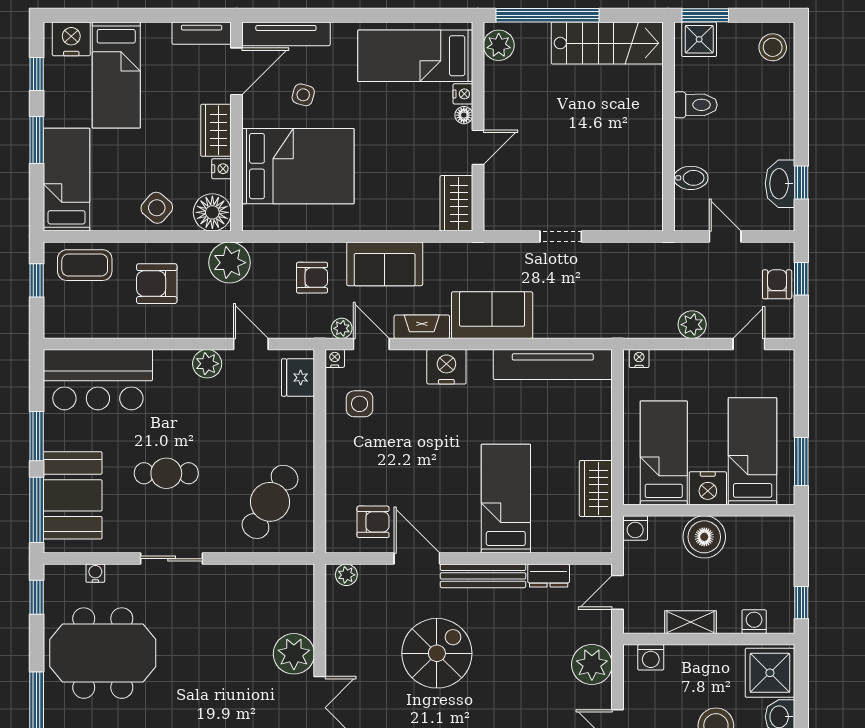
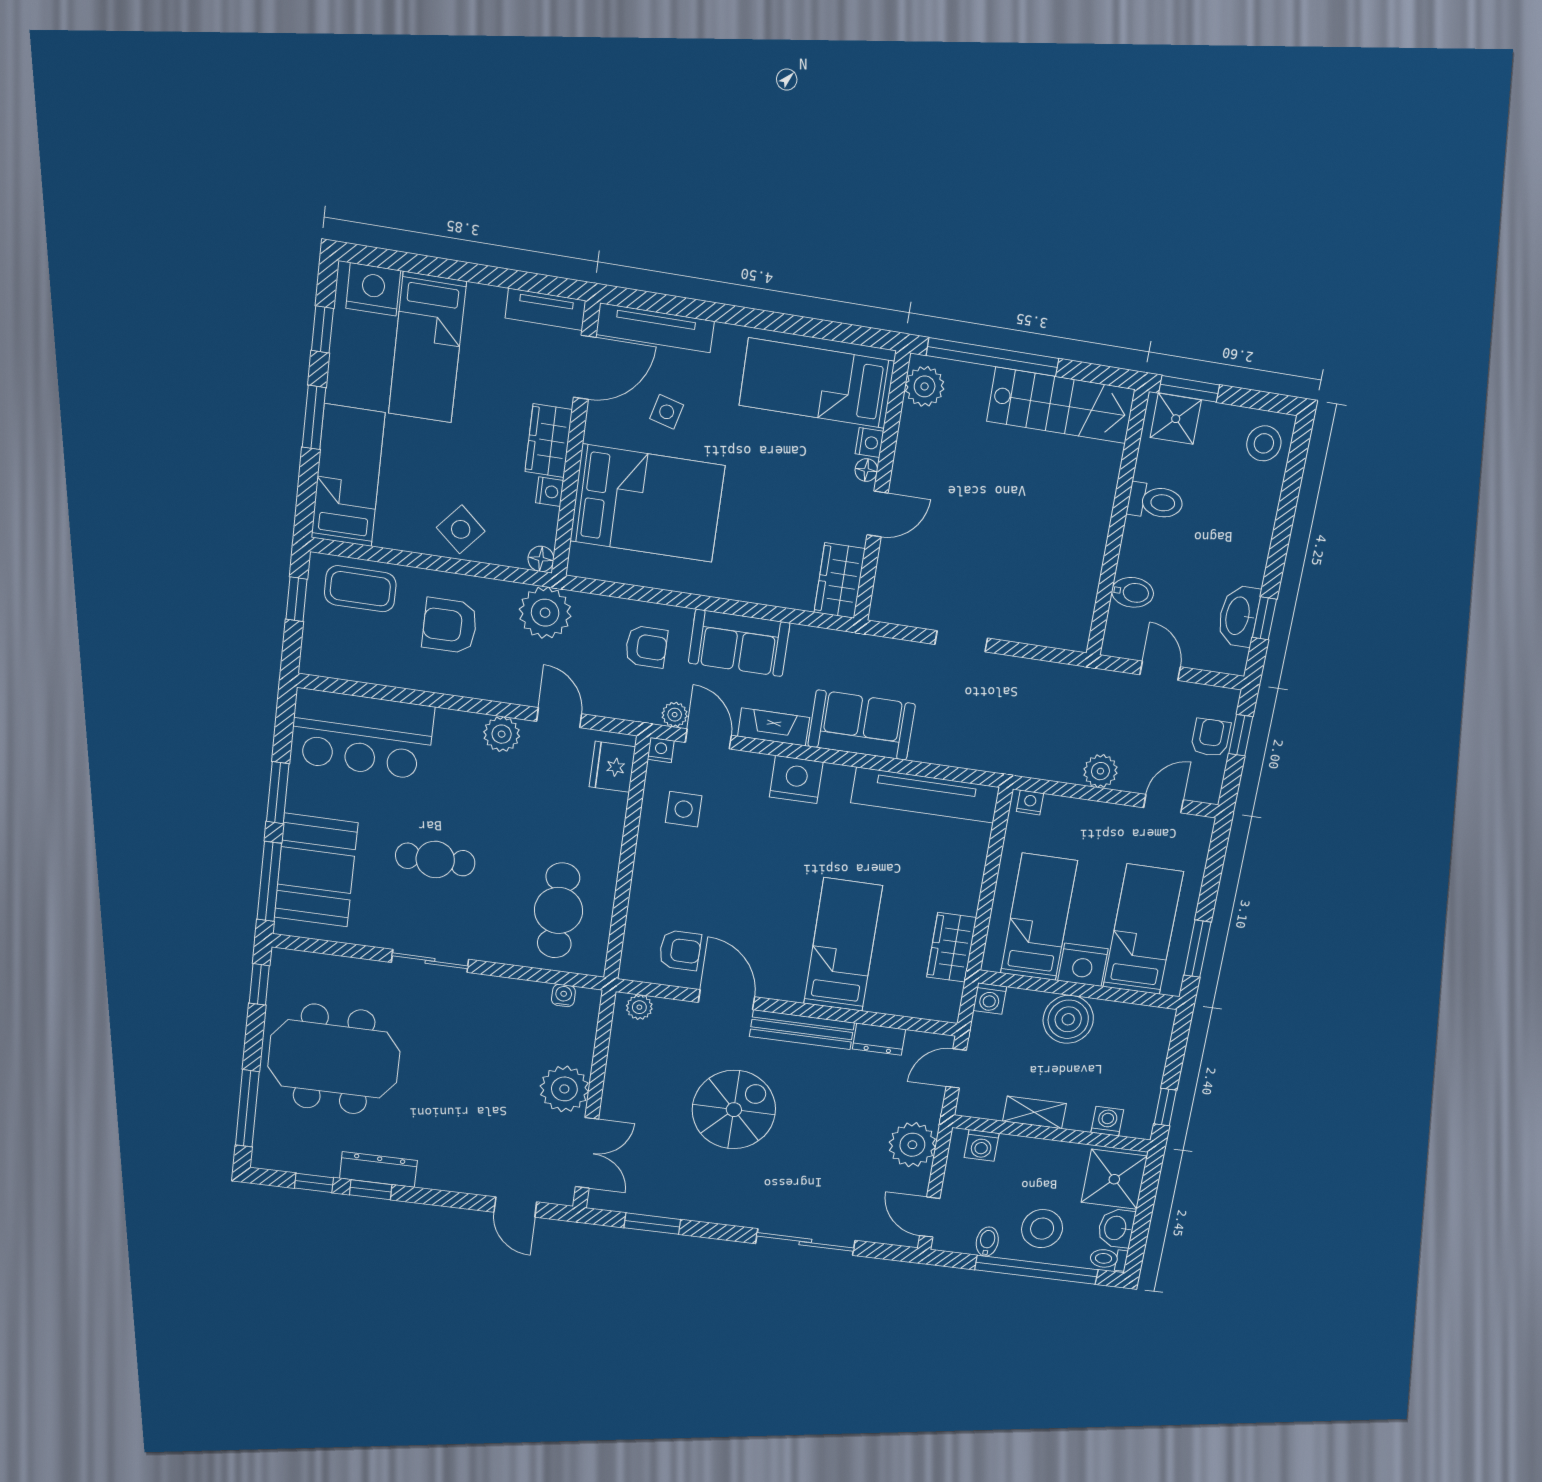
floor lamp: (212, 212) -> (541, 559), width x0.53, depth x0.53
cafe table: (270, 502) -> (559, 910), turned -31
water cooler: (95, 573) -> (563, 995), moved

